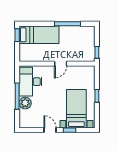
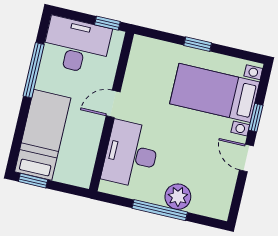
desk: (83, 41) -> (77, 46), added
door: (61, 64) -> (113, 104), swing flipped
desk: (31, 82) -> (131, 154), moved, turned 90
door: (50, 130) -> (246, 158), hinge flipped

